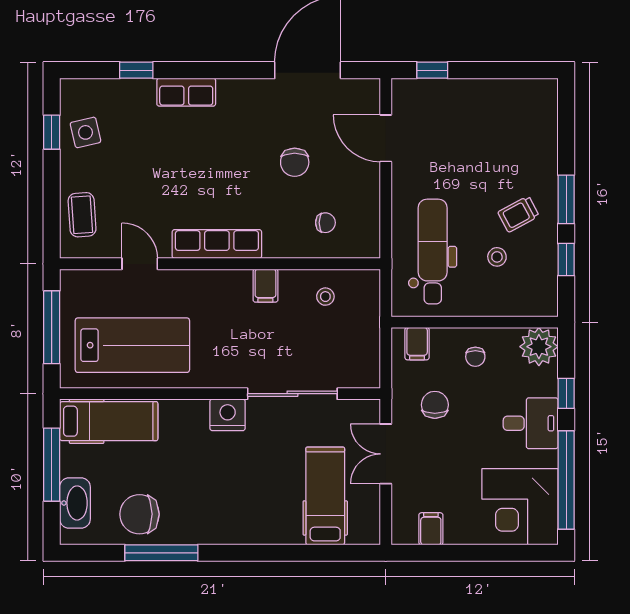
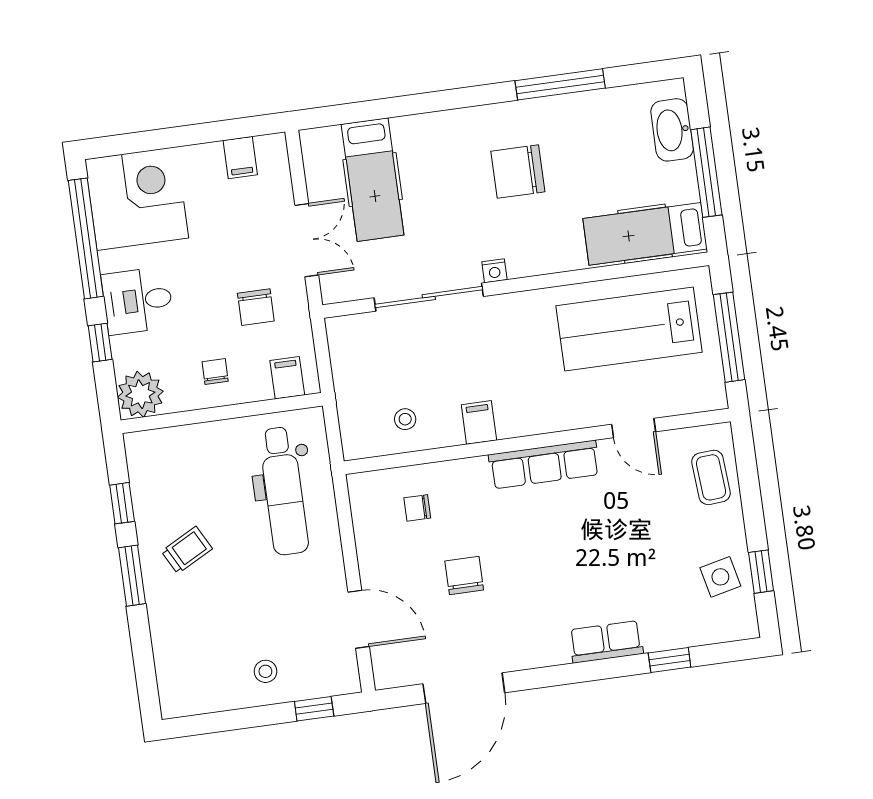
stool: (497, 257) -> (265, 671), moved
nightstand: (228, 415) -> (494, 271), width x0.53, depth x0.56
chair: (140, 514) -> (518, 172), moved, turned 180

